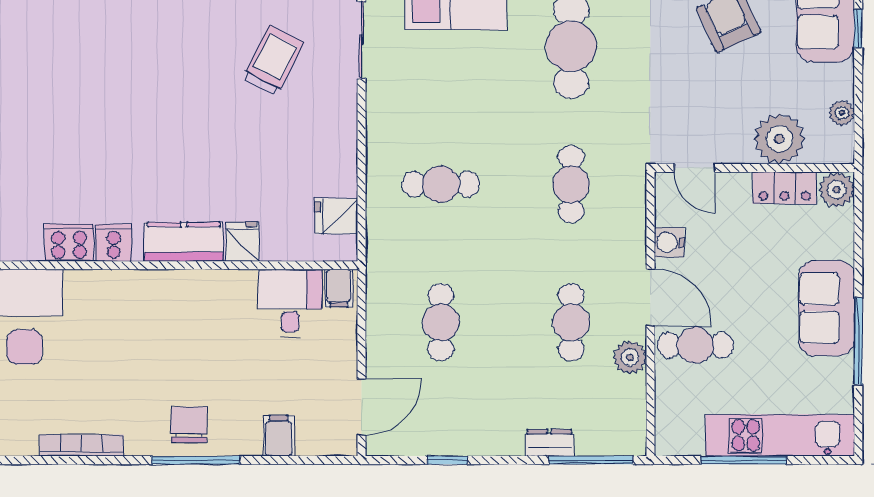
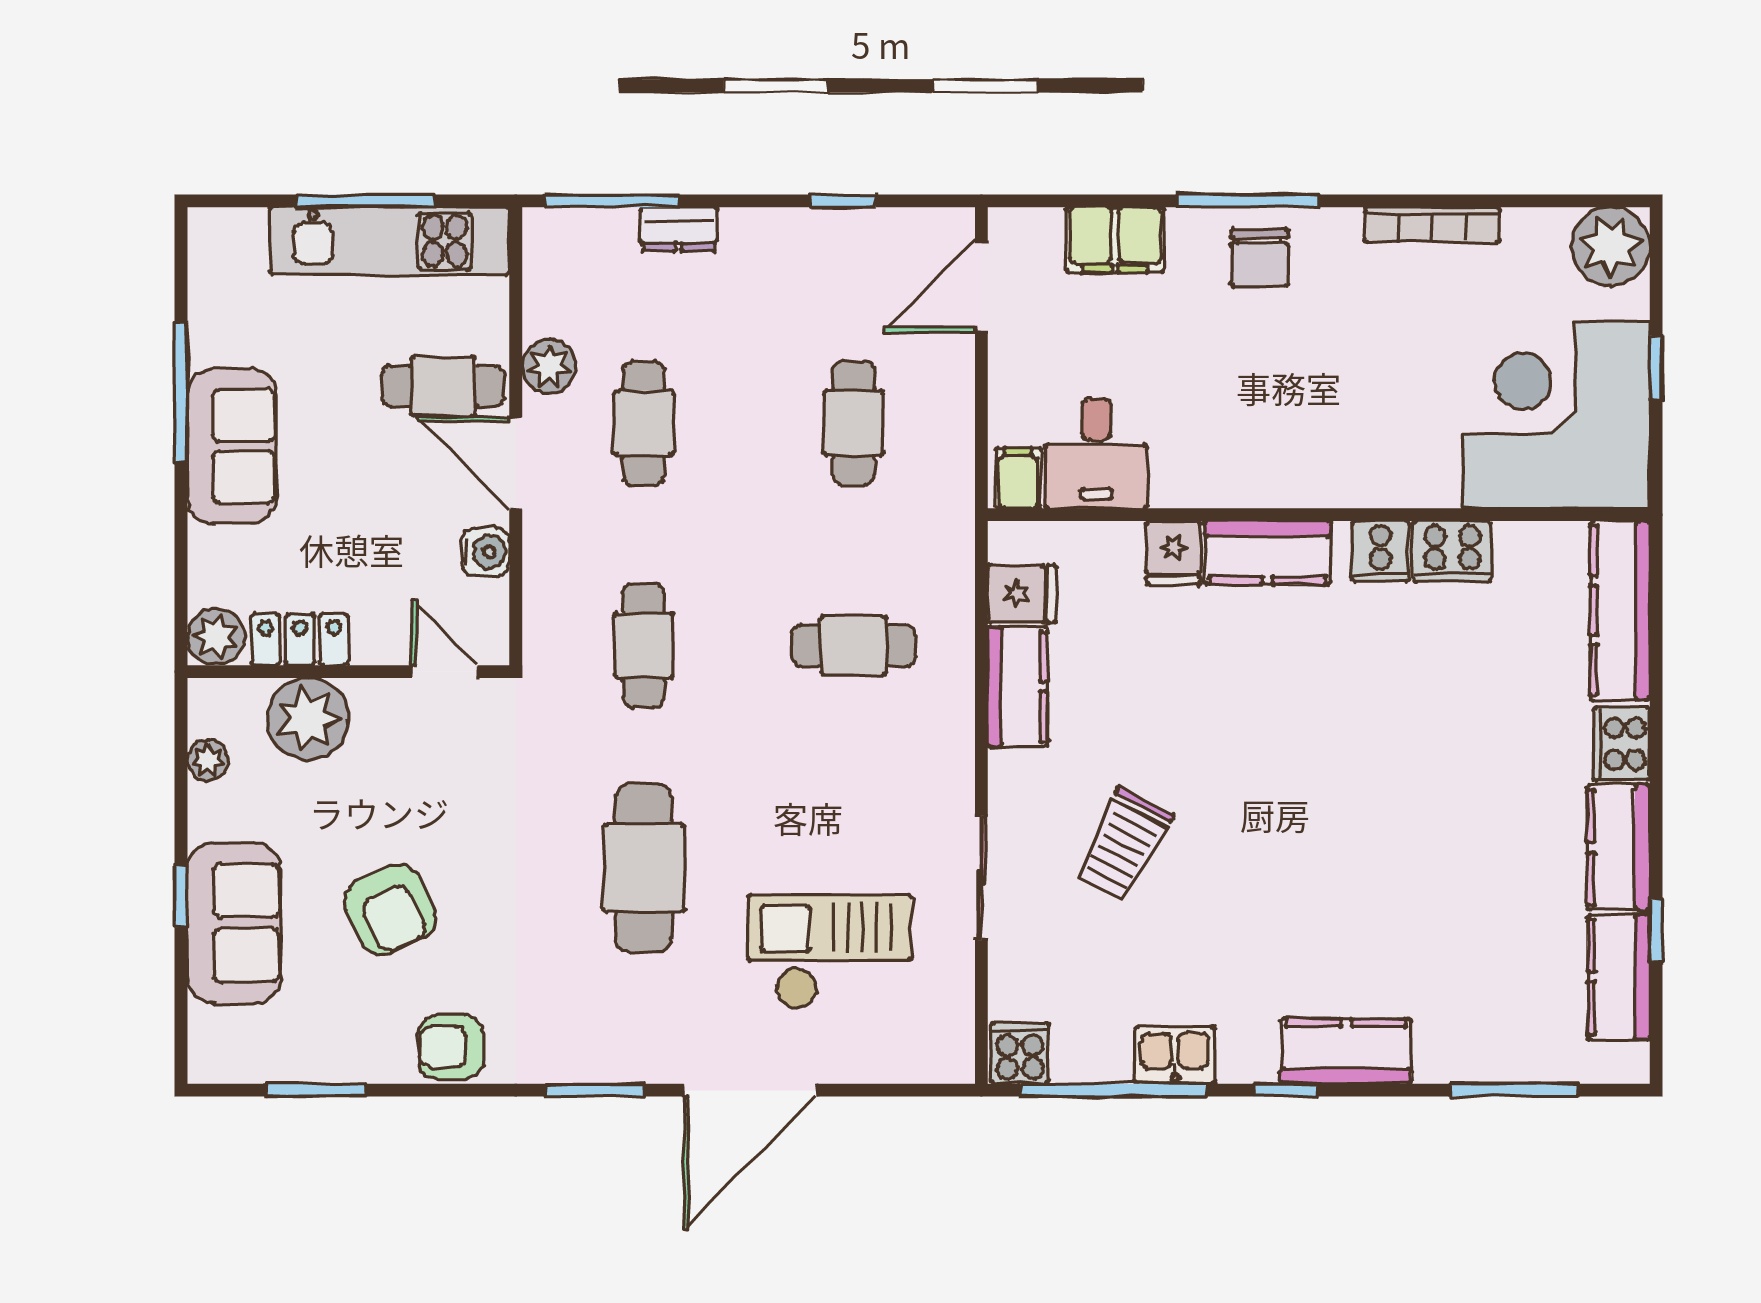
kitchen counter: (339, 159) -> (1018, 687), added
kitchen unit: (780, 435) -> (390, 241), moved
filing cabinet: (279, 436) -> (1115, 240), width x2.00

